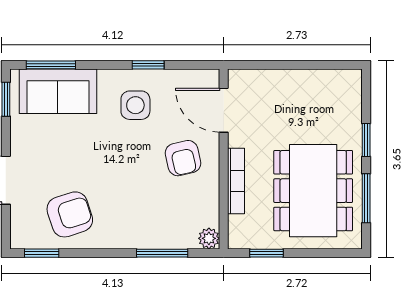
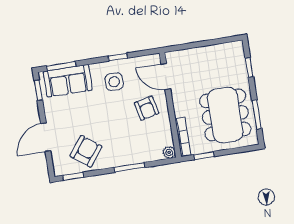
window: (366, 140) -> (249, 67), moved
bookcase: (236, 181) -> (183, 137), moved
armchair: (70, 214) -> (86, 151), turned -35
window: (162, 253) -> (129, 167), moved

